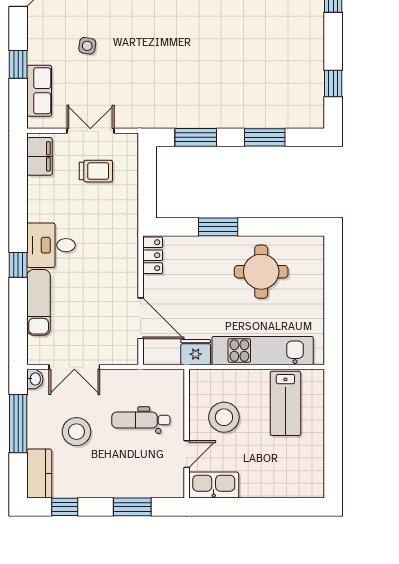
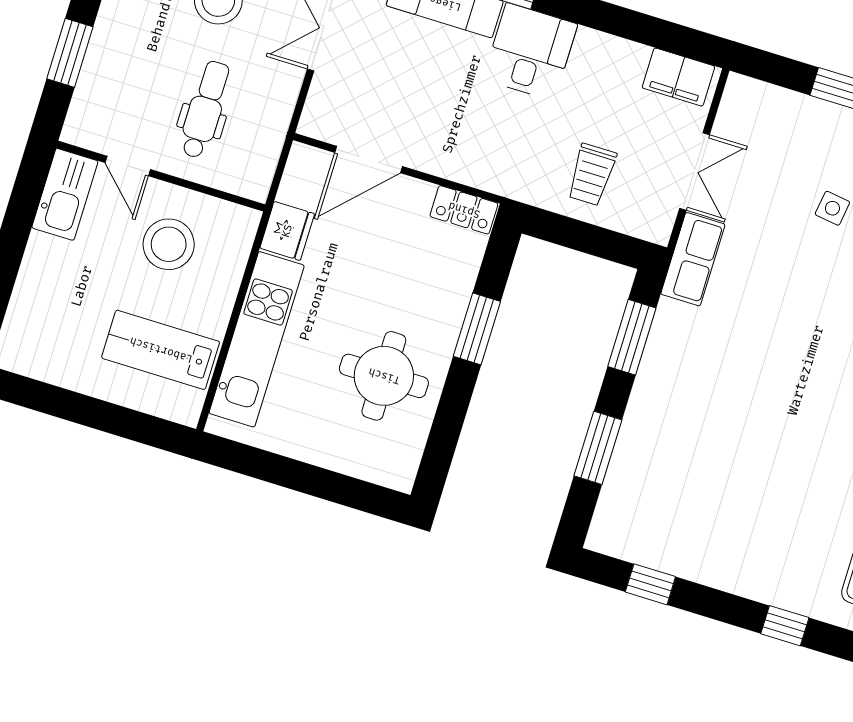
row of seats: (39, 91) -> (693, 259), moved, turned -90
trolley: (96, 171) -> (592, 175), moved

